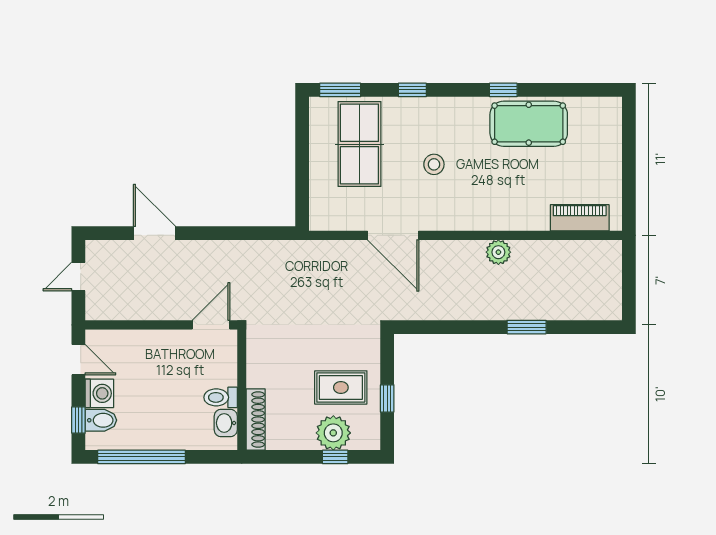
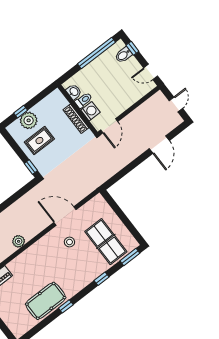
stool: (434, 164) -> (69, 242), moved
door: (154, 233) -> (159, 145), hinge flipped
washing machine: (99, 393) -> (90, 111), moved, turned 180
window: (387, 398) -> (31, 167), moved
shoe rack: (256, 420) -> (76, 119), moved

